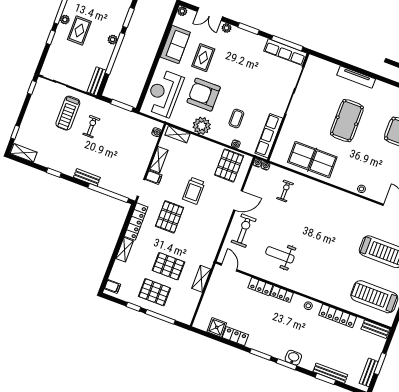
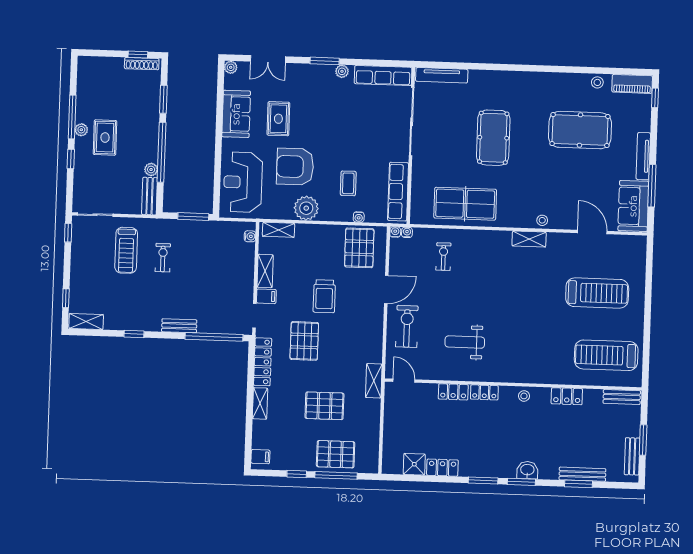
plant: (227, 28) -> (342, 71), moved
plant: (113, 40) -> (151, 169), moved
window: (287, 43) -> (382, 63), removed
tv unit: (356, 77) -> (442, 75), moved
shelving: (348, 199) -> (529, 239), added
shelving: (201, 279) -> (374, 381), moved
pallet: (154, 292) -> (336, 454), moved
locker: (338, 316) -> (567, 396), width x0.66

